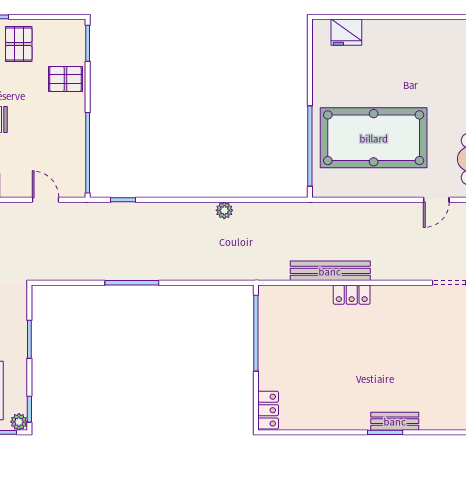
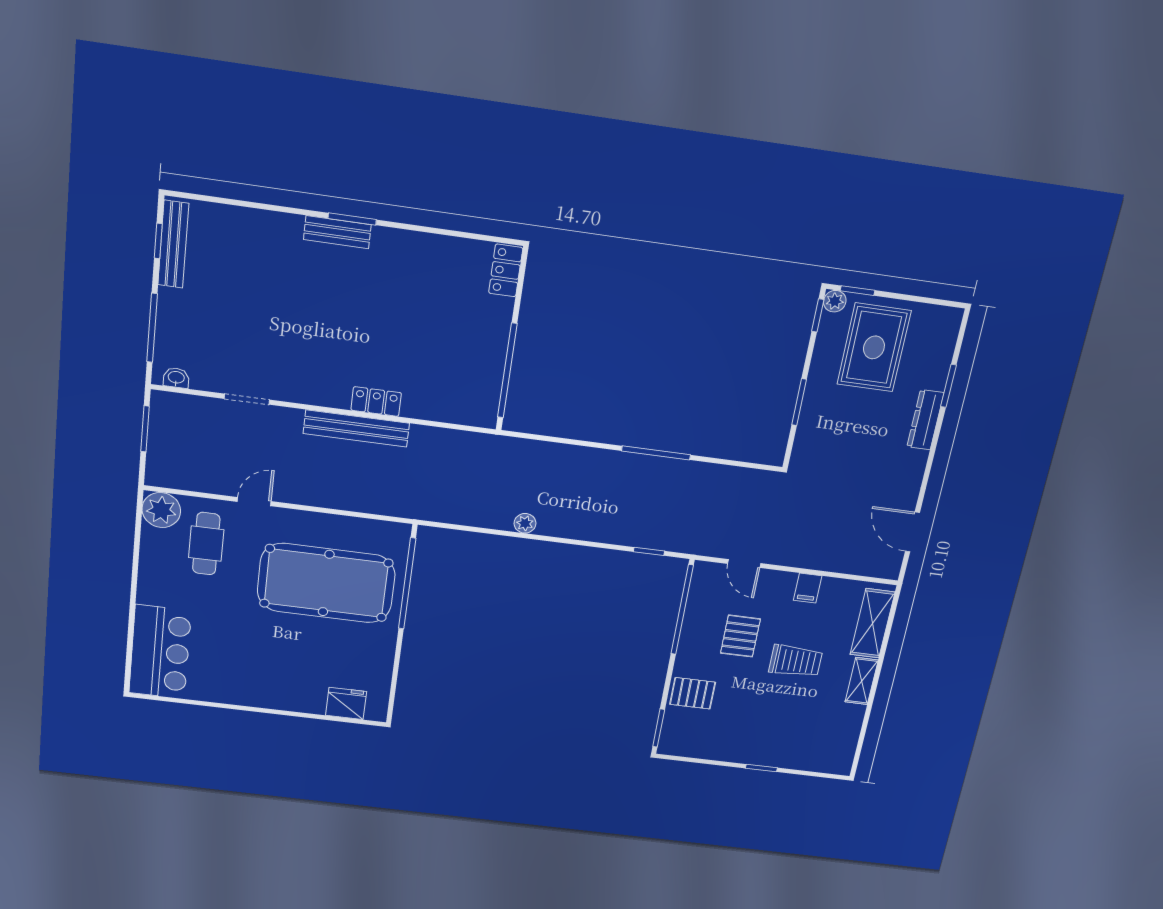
pallet: (19, 44) -> (740, 636), moved
bench: (330, 271) -> (356, 428), moved

